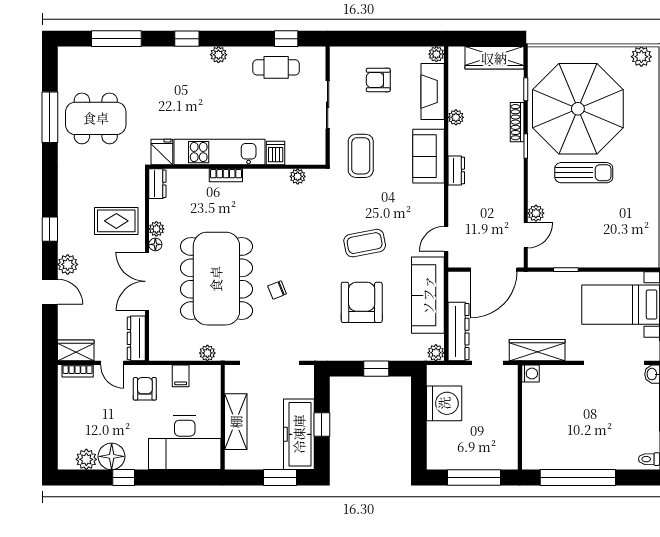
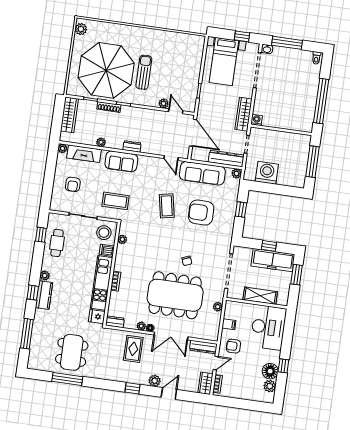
kitchen counter: (185, 58) -> (44, 295), added
stool: (305, 144) -> (104, 233), added

